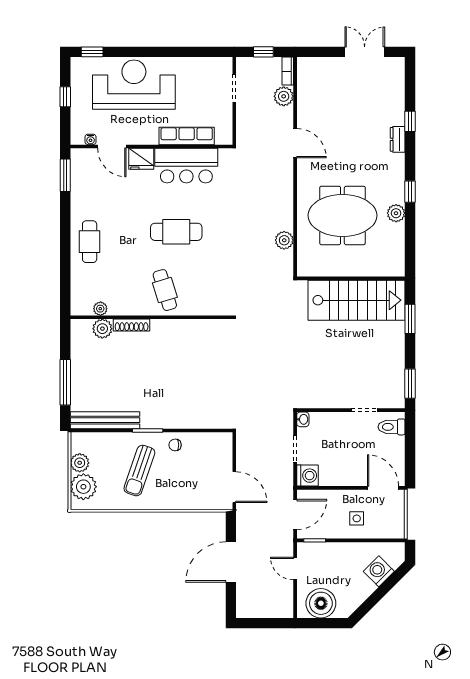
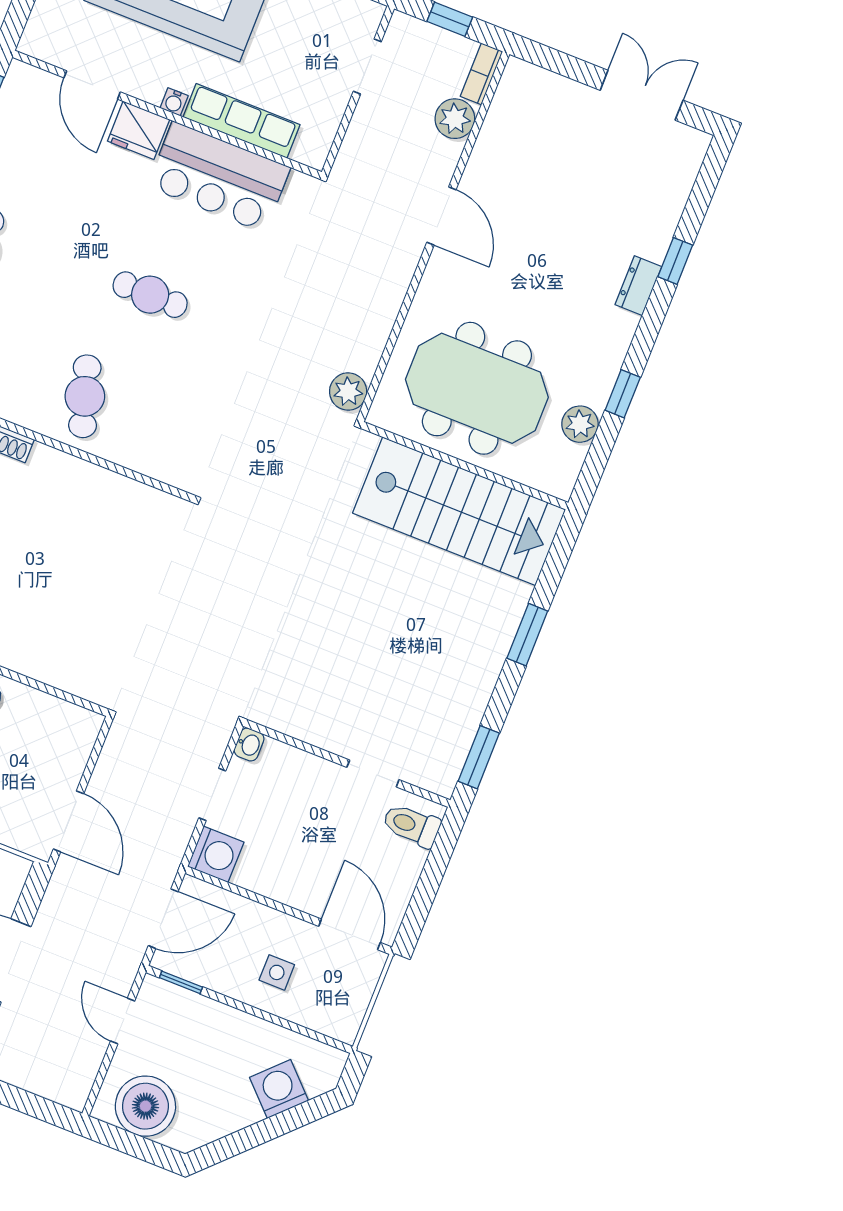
water cooler: (91, 139) -> (174, 102), moved
cafe table: (176, 232) -> (150, 295), width x0.73, depth x0.74
wall: (351, 278) -> (465, 466), moved
stairs: (357, 300) -> (459, 511), moved

